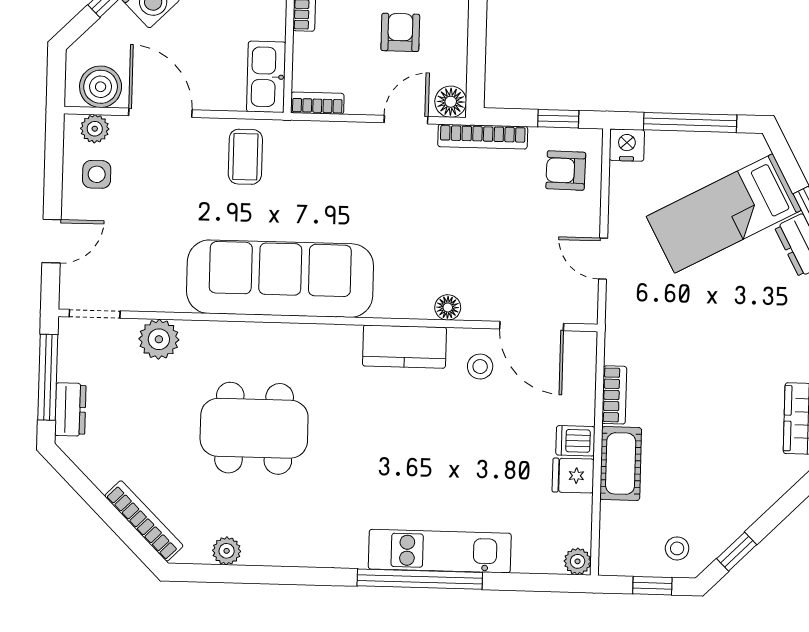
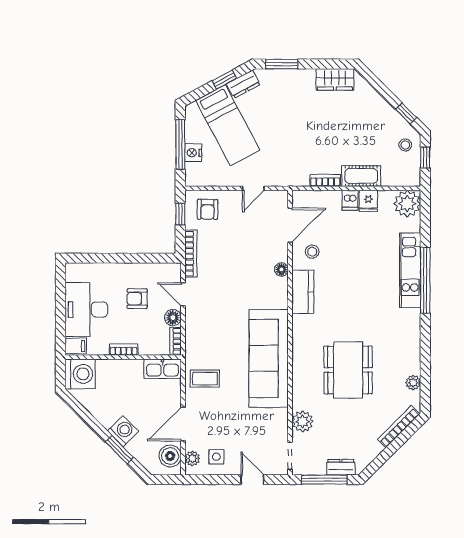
floor lamp: (451, 102) -> (173, 318), moved
nightstand: (627, 145) -> (193, 153), moved
plant: (578, 561) -> (407, 204), width x1.88, depth x1.88

